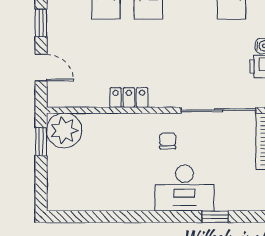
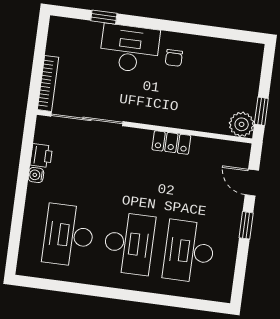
plant: (64, 130) -> (242, 124), width x0.73, depth x0.73
chair: (168, 141) -> (174, 58), moved

